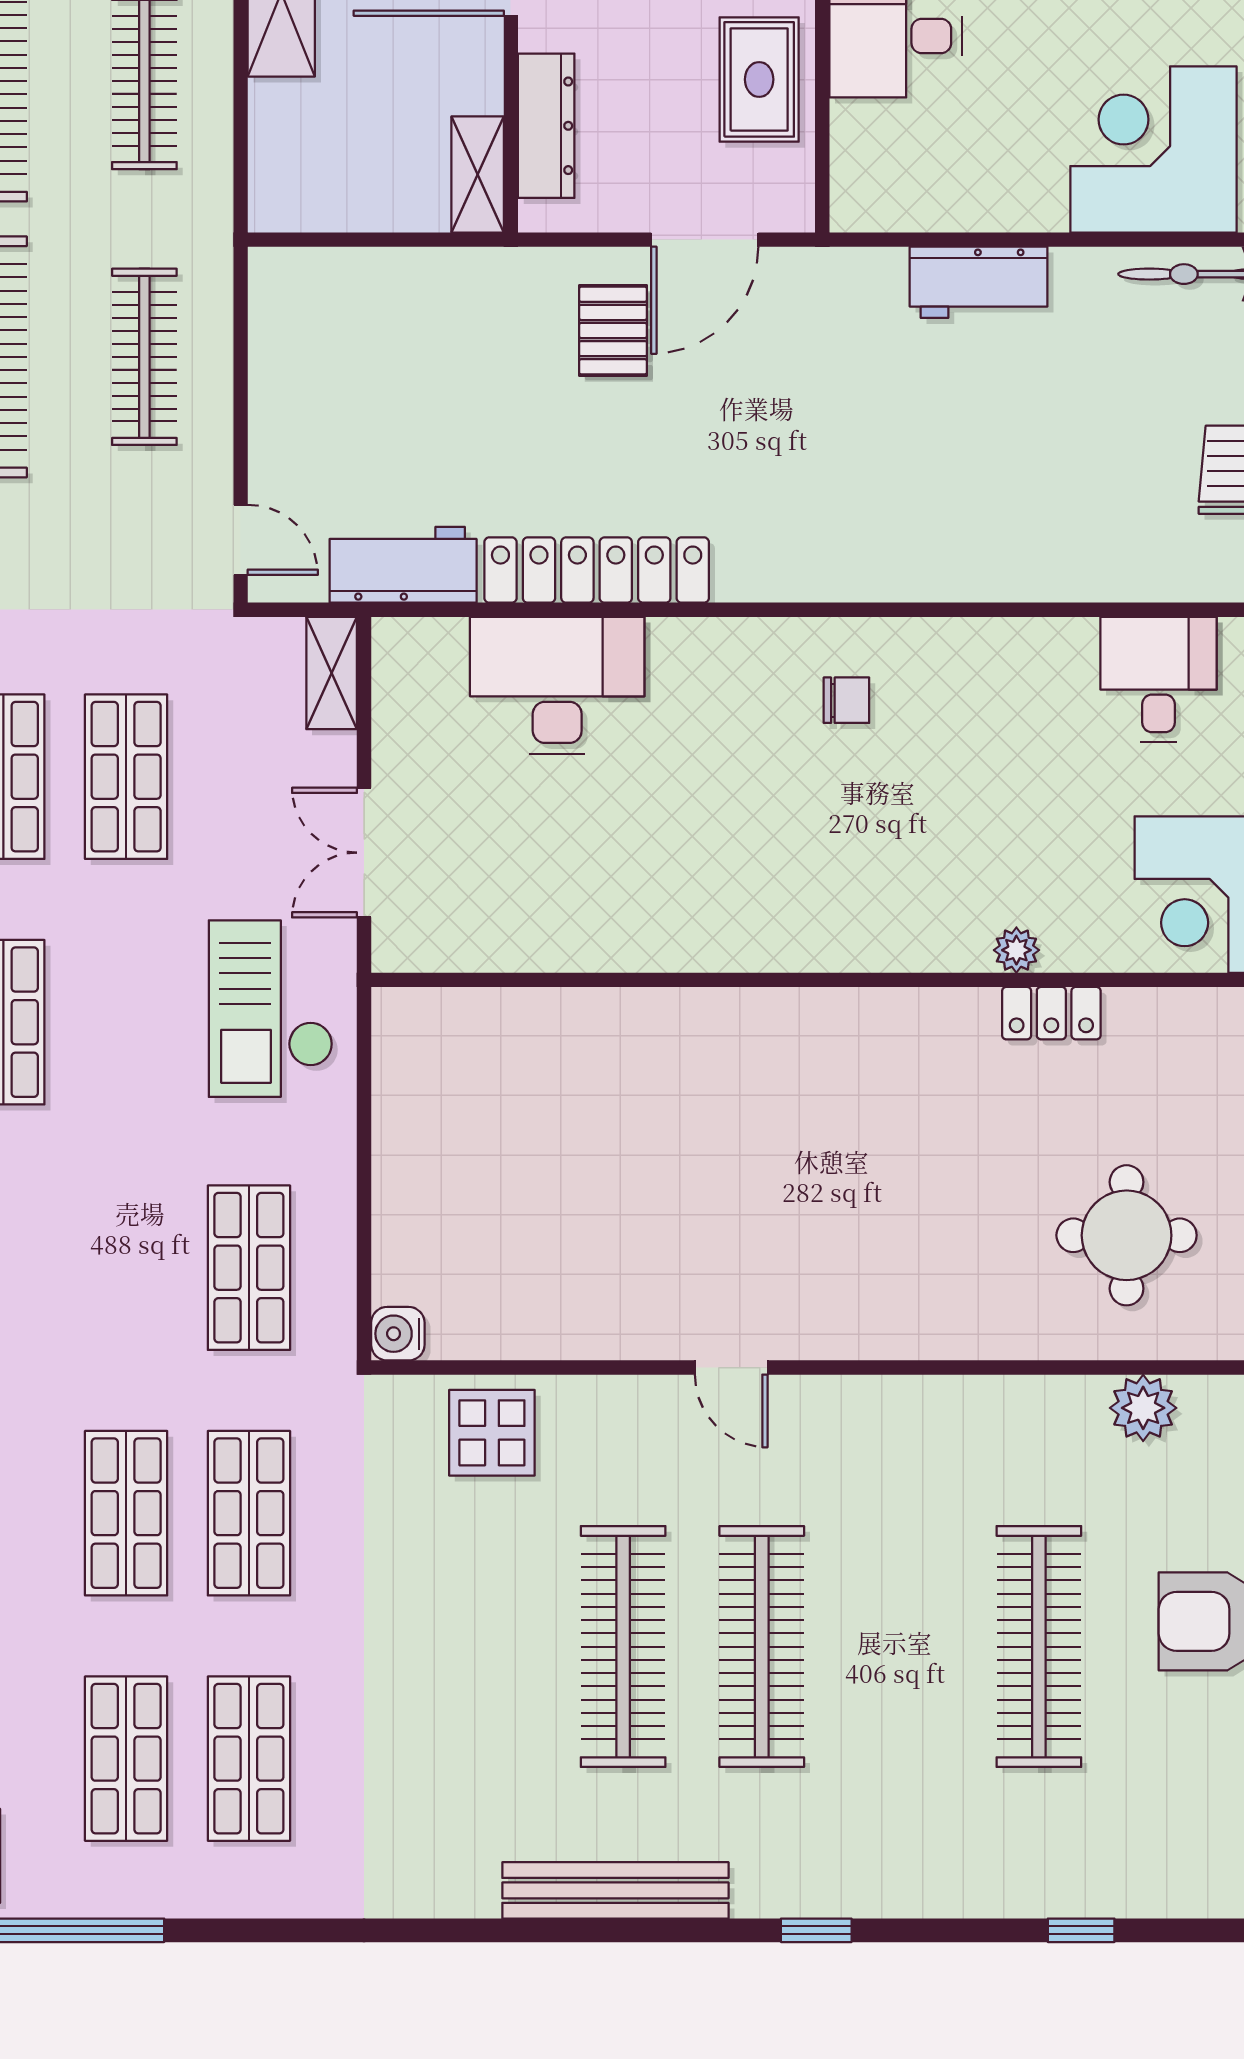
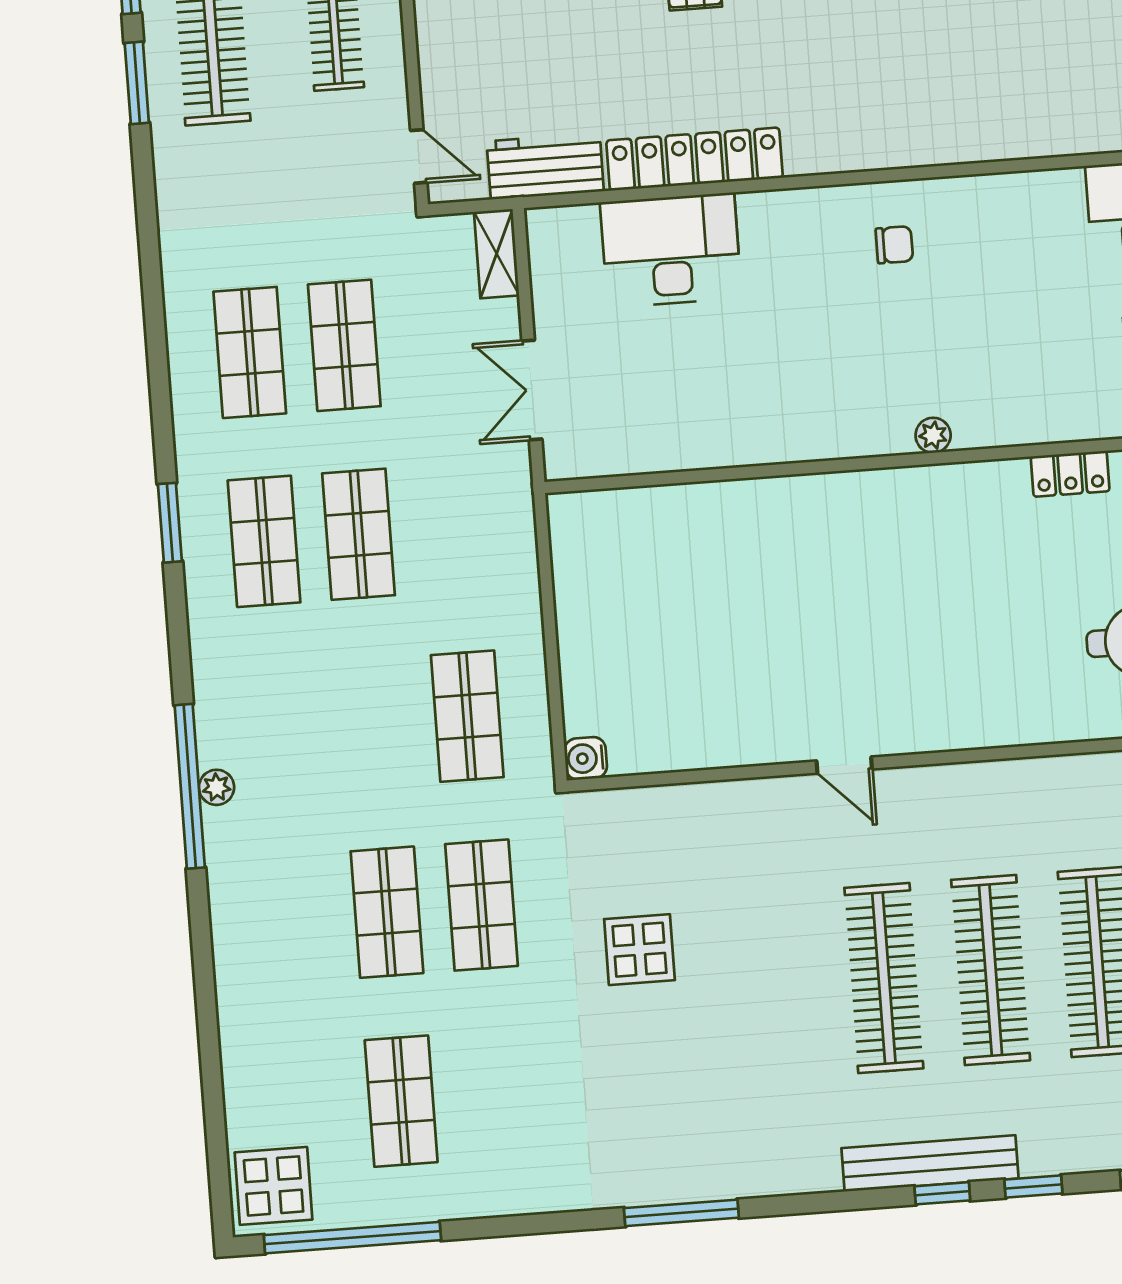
plant: (1016, 950) -> (933, 435), moved
checkout: (271, 1009) -> (469, 515), removed
display table: (492, 1433) -> (639, 950), moved
clothes rail: (623, 1647) -> (991, 970), moved
shop shelf: (249, 1759) -> (359, 534), moved
bench: (615, 1890) -> (930, 1163), moved
window: (477, 1930) -> (681, 1213), added
window: (935, 1930) -> (1033, 1186), added

